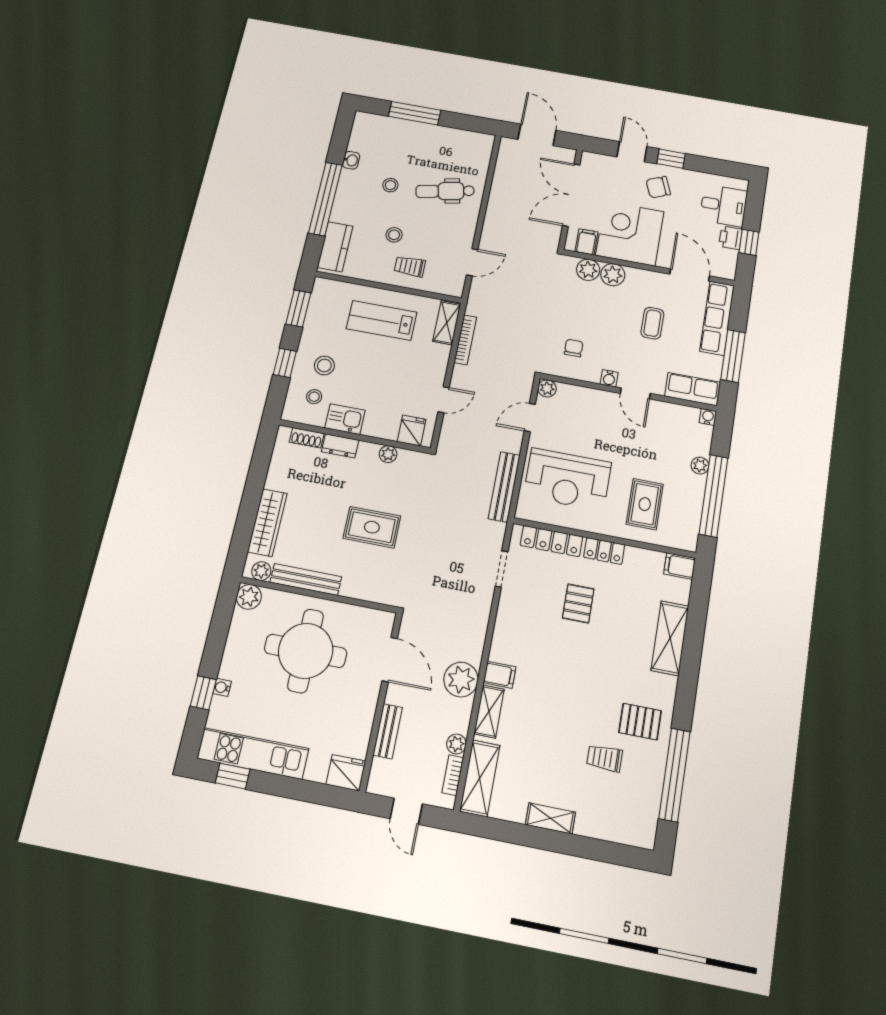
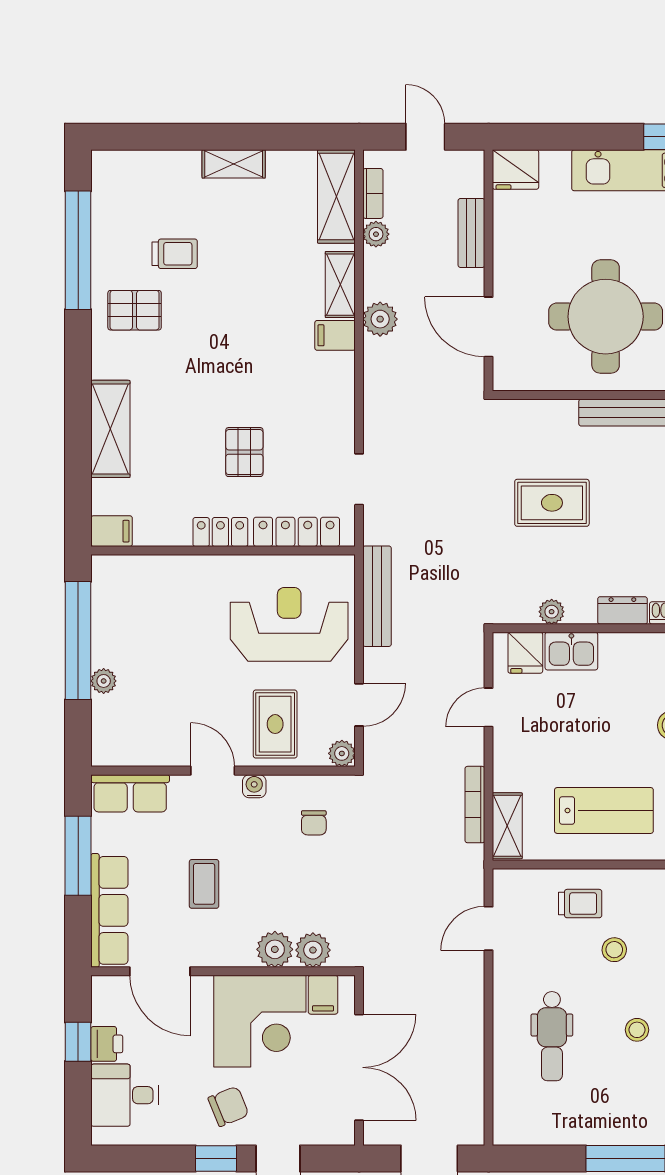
dental chair: (445, 191) -> (552, 1036), turned 102
water cooler: (708, 417) -> (102, 756), removed
kitchen sink: (345, 419) -> (571, 651), moved
rug: (645, 504) -> (275, 724), moved
plant: (461, 679) -> (380, 319), width x0.73, depth x0.73

